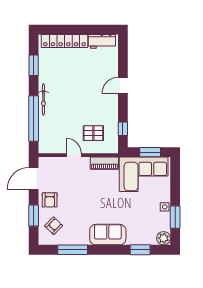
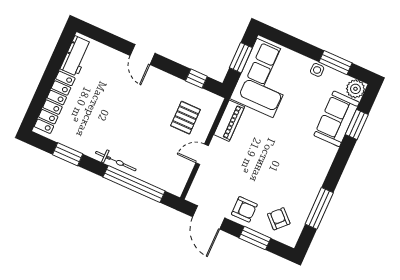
sofa: (108, 235) -> (337, 119), moved

